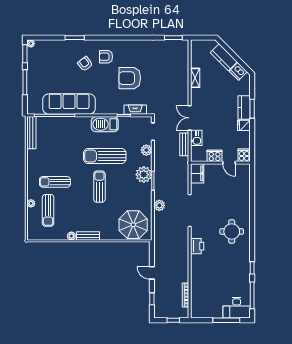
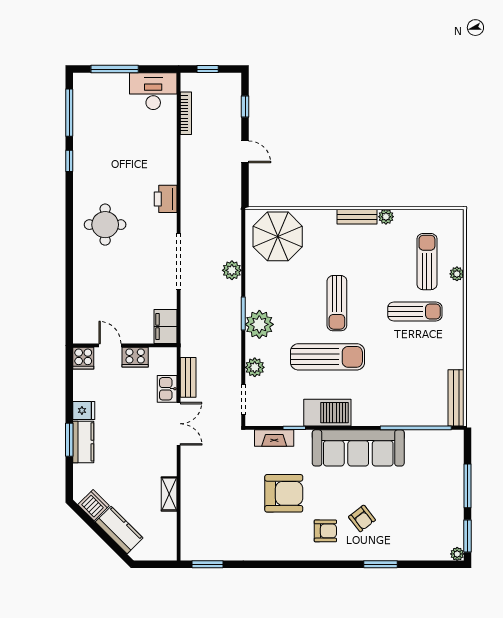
sofa: (69, 104) -> (358, 448), moved
desk: (237, 308) -> (153, 91), moved

